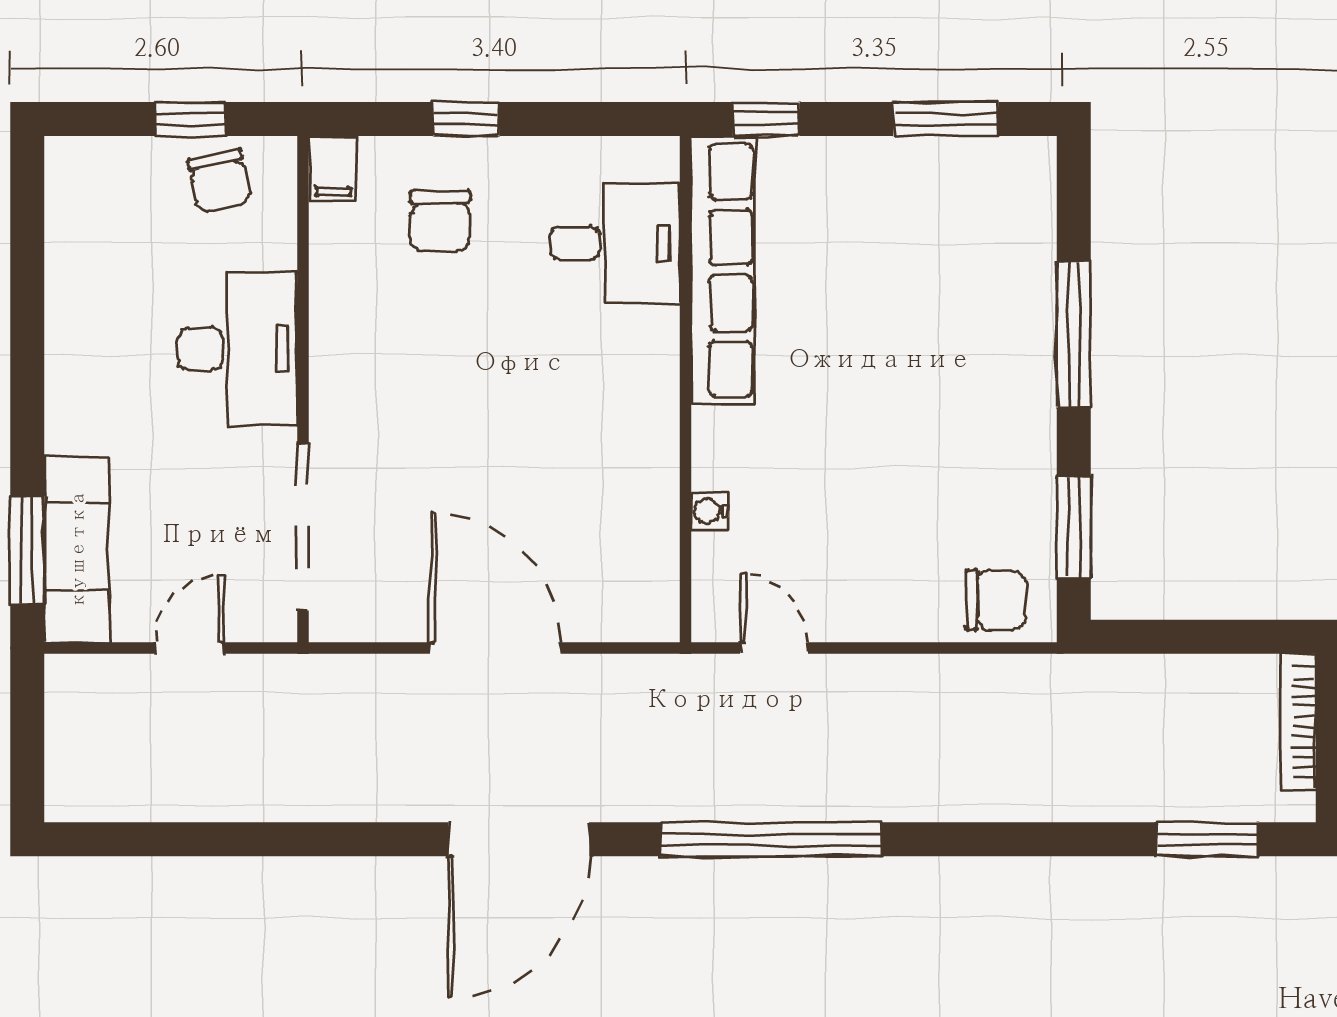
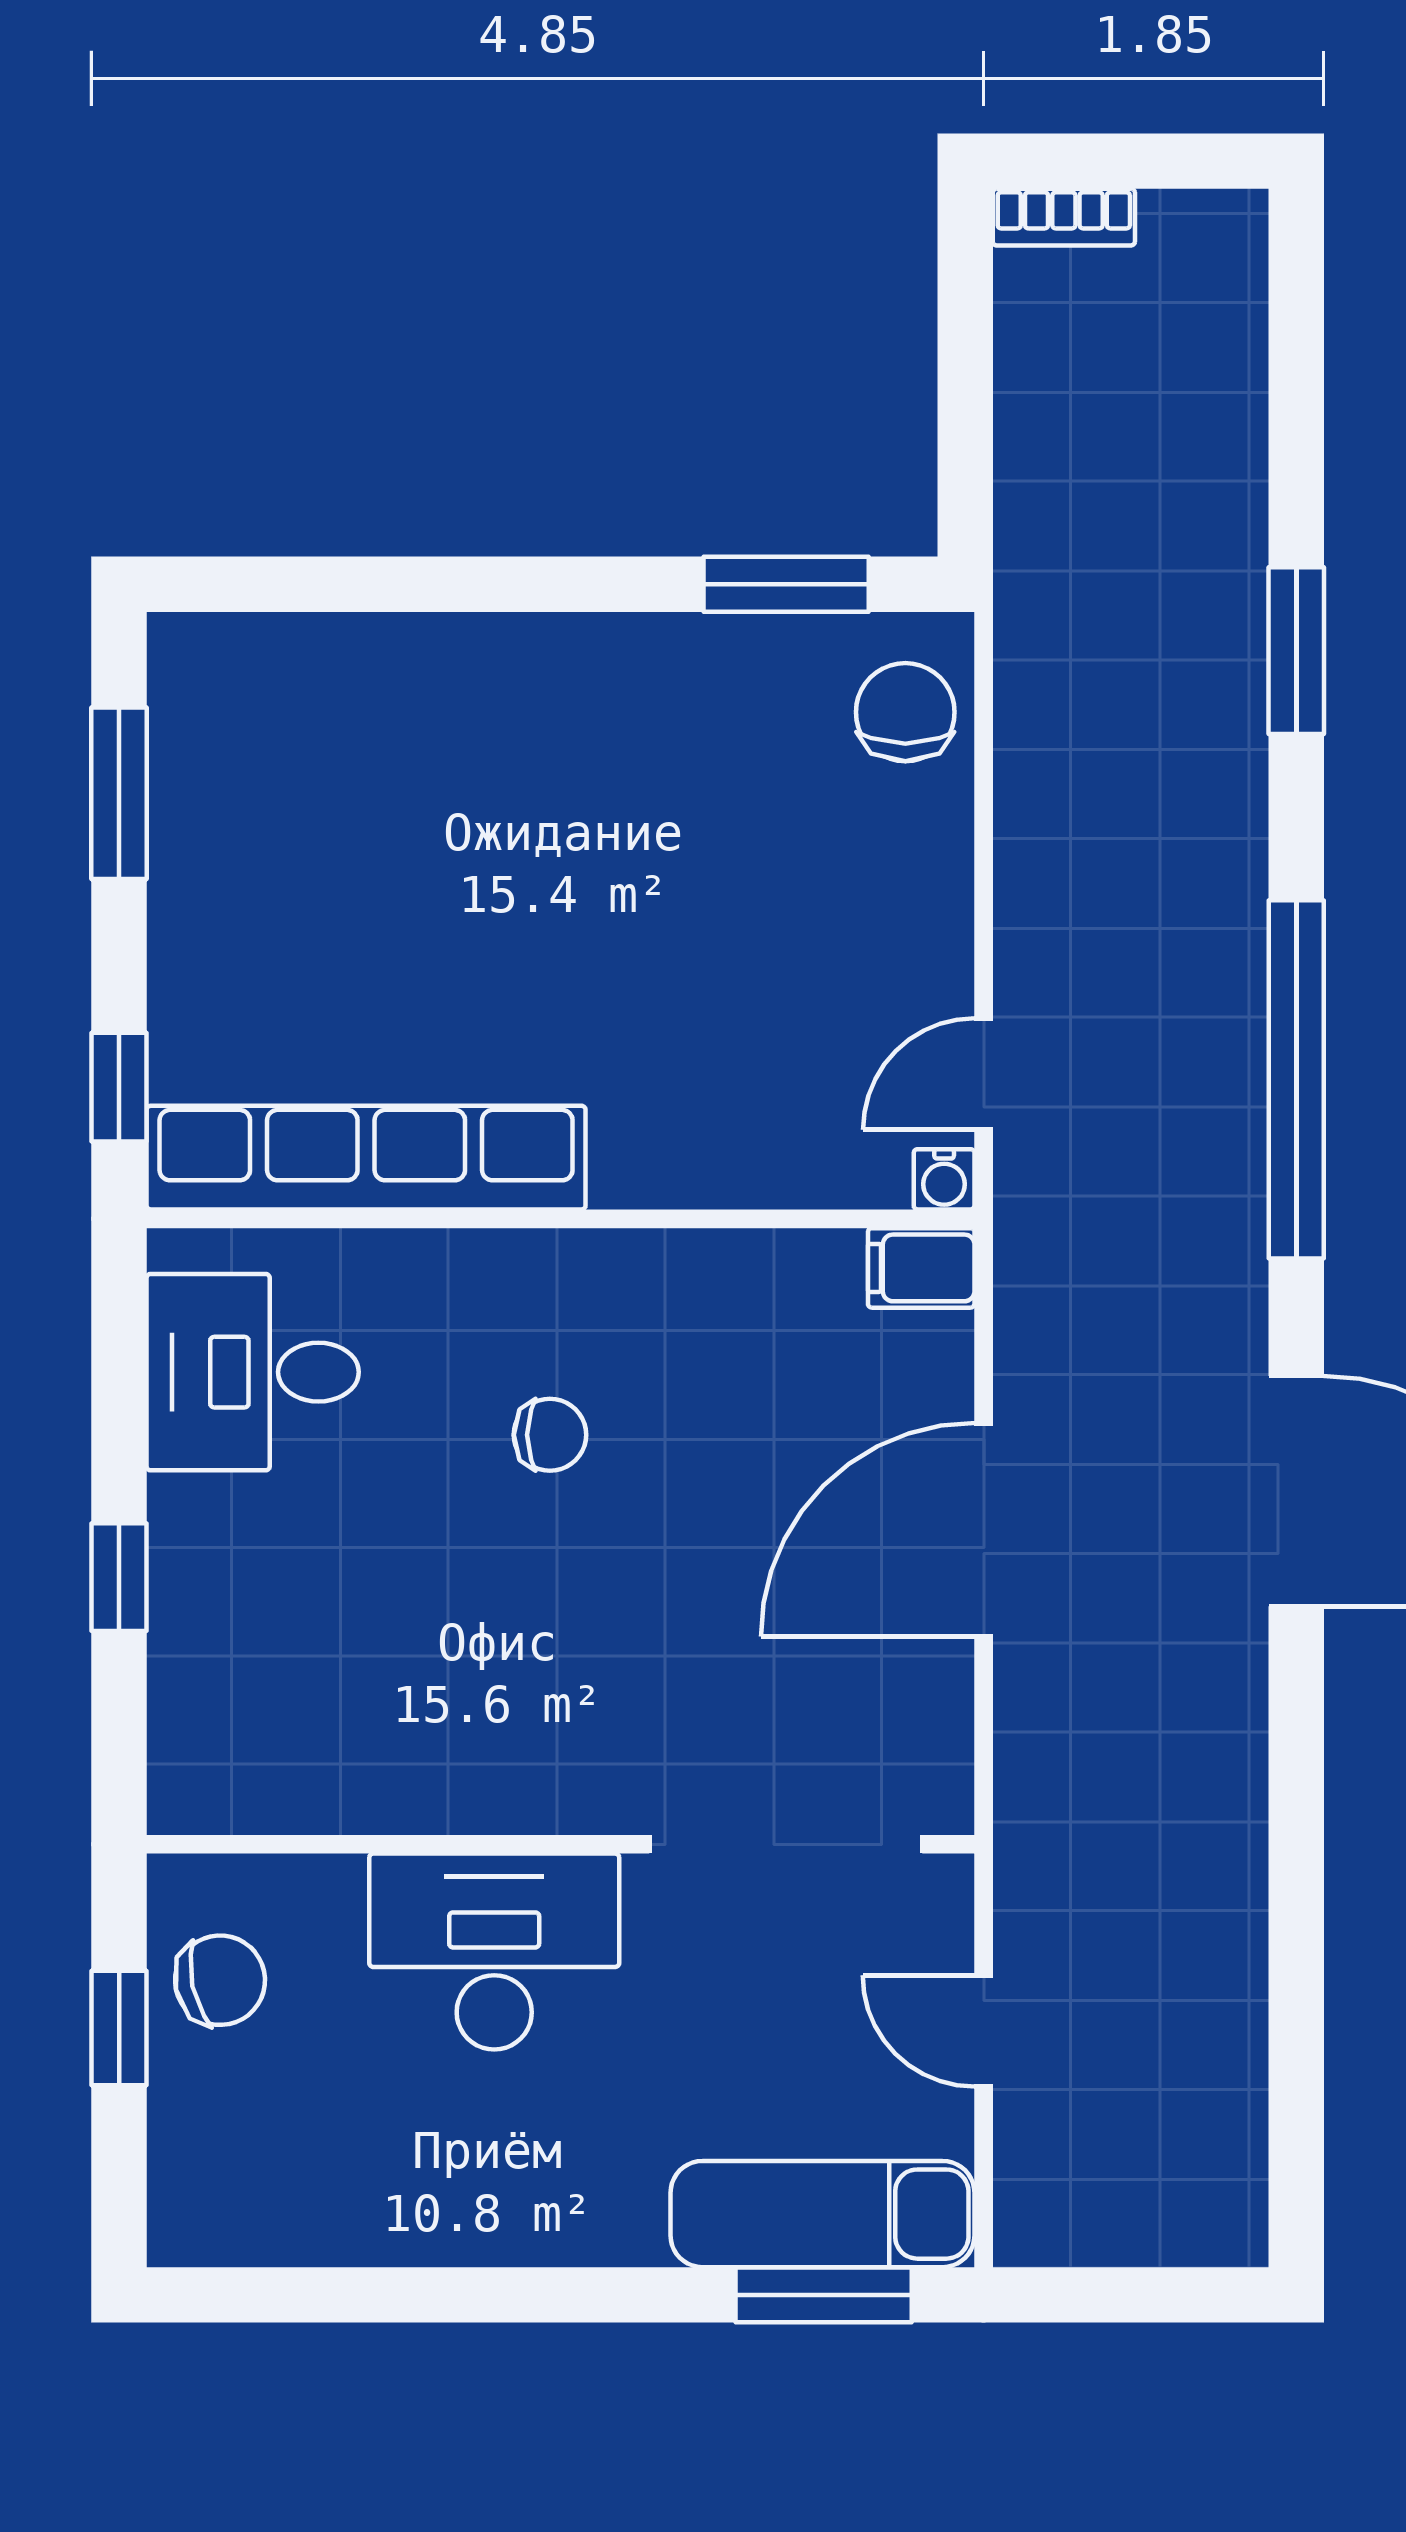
filing cabinet: (333, 168) -> (921, 1268), moved, turned 180
chair: (440, 221) -> (550, 1435), moved, width x0.73, depth x0.73
desk: (615, 243) -> (253, 1372), moved, turned -90
window: (1074, 334) -> (471, 584), removed
water cooler: (710, 511) -> (944, 1179), moved
bookcase: (1298, 722) -> (1064, 217), width x0.64
window: (1208, 839) -> (1296, 651), moved

